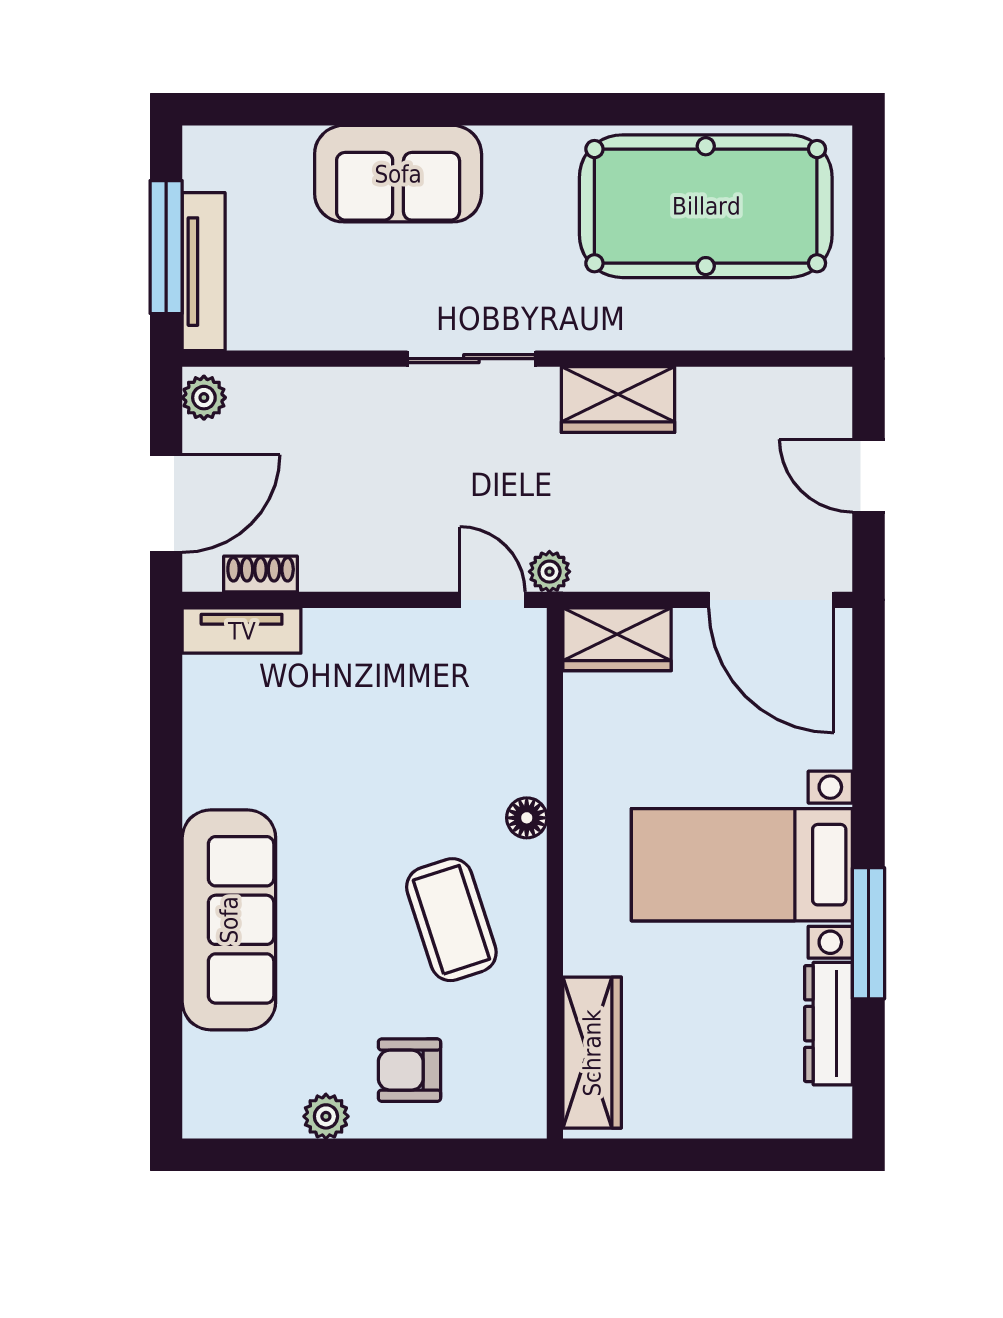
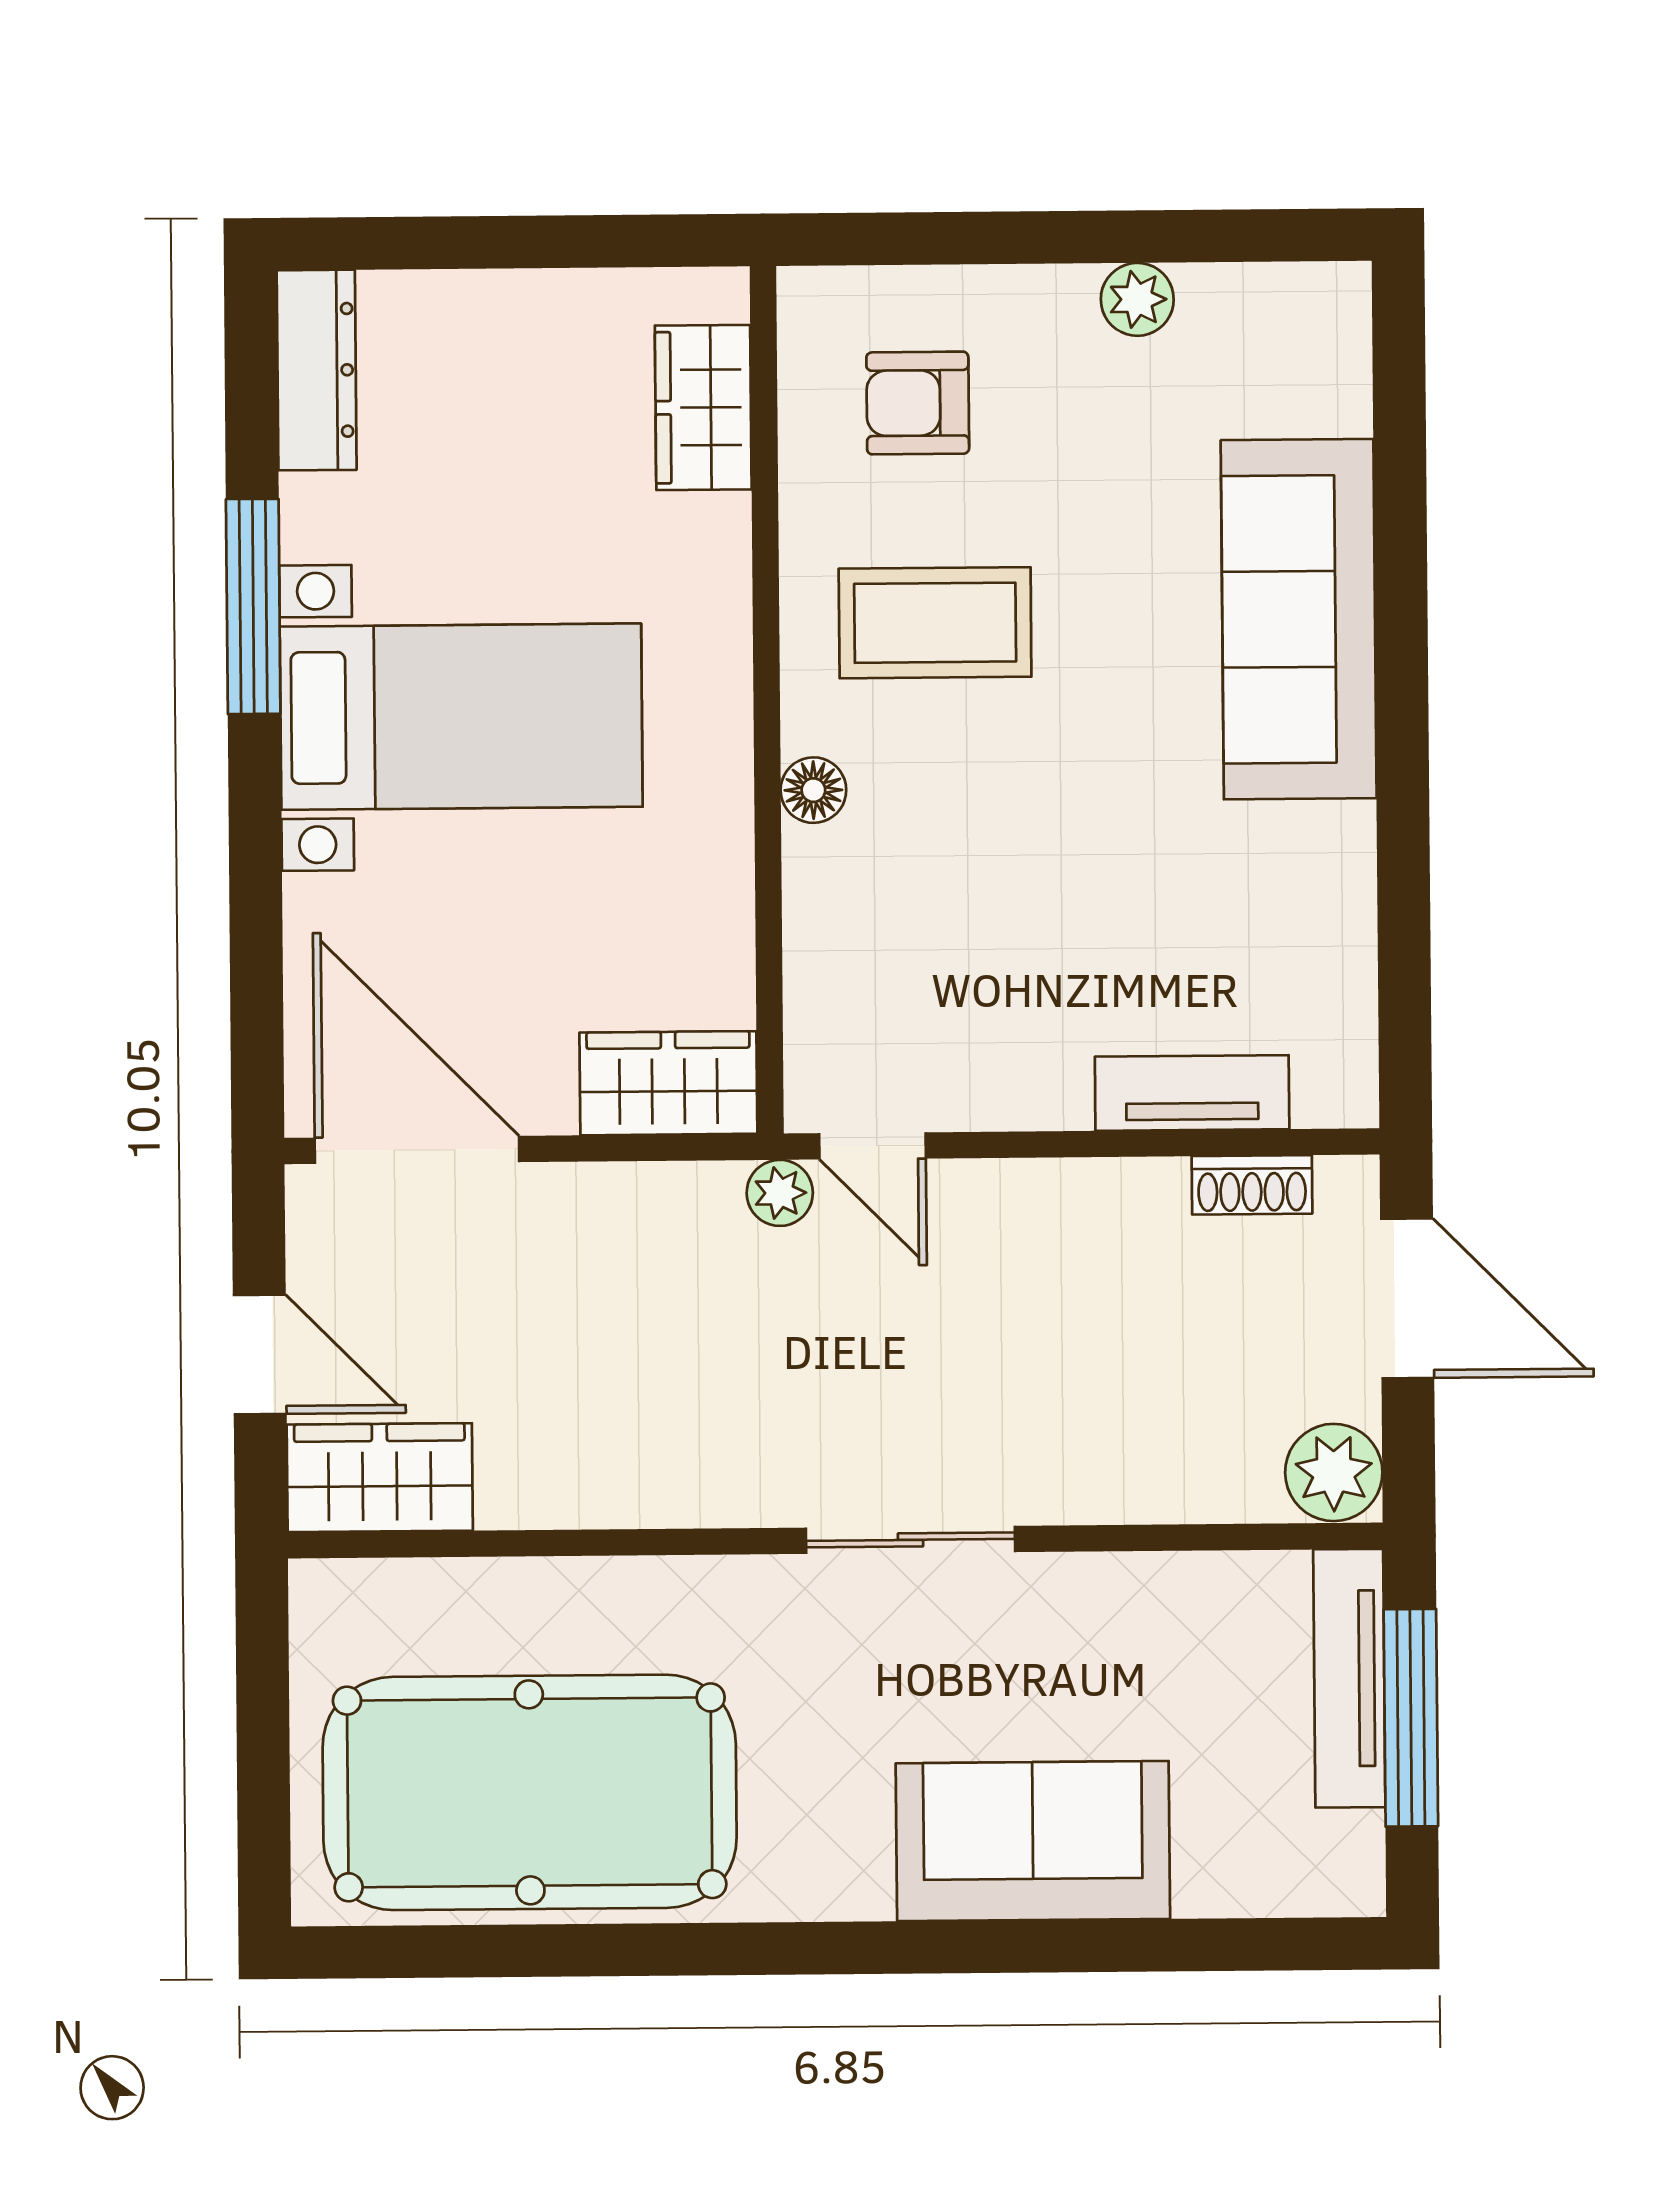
plant: (204, 398) -> (1334, 1472), width x1.38, depth x1.38
wardrobe: (618, 400) -> (380, 1478), moved
door: (166, 504) -> (1407, 1298), swing flipped
tv unit: (242, 631) -> (1192, 1093), moved
coffee table: (451, 920) -> (935, 623), turned -72
dresser: (828, 1024) -> (317, 370), moved
wardrobe: (592, 1053) -> (703, 407), width x0.67
armchair: (410, 1070) -> (918, 403), moved, turned 180

